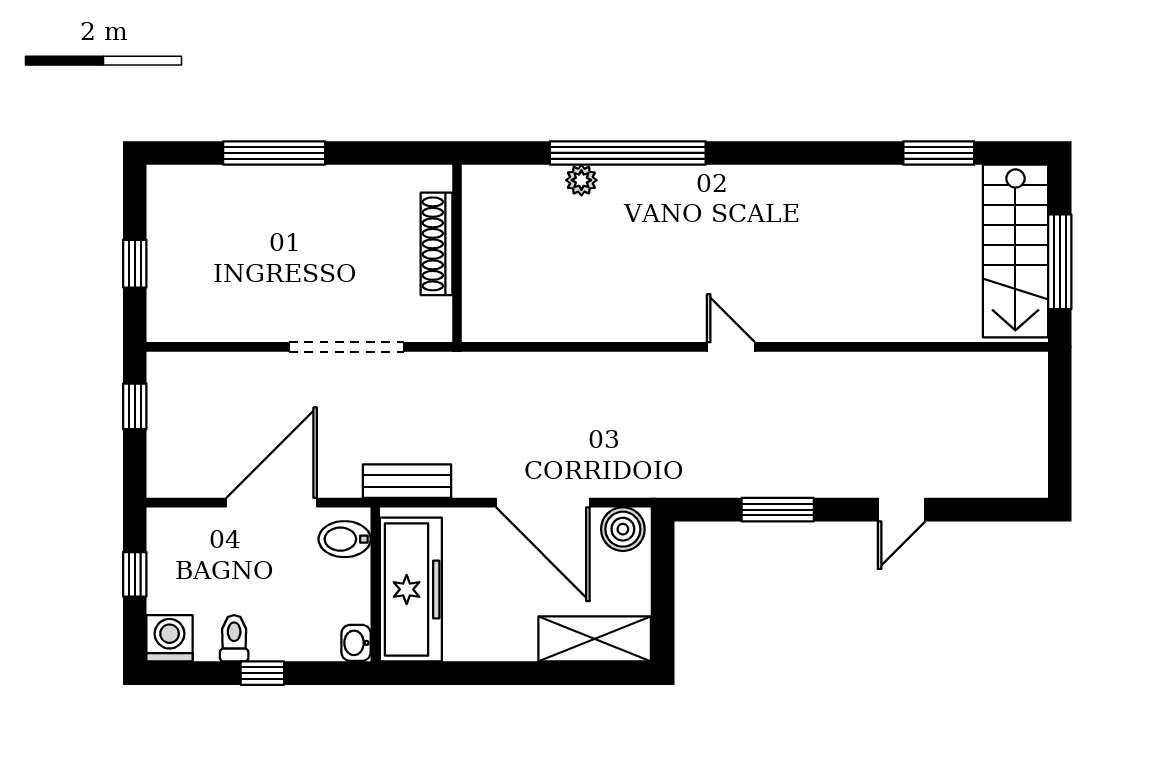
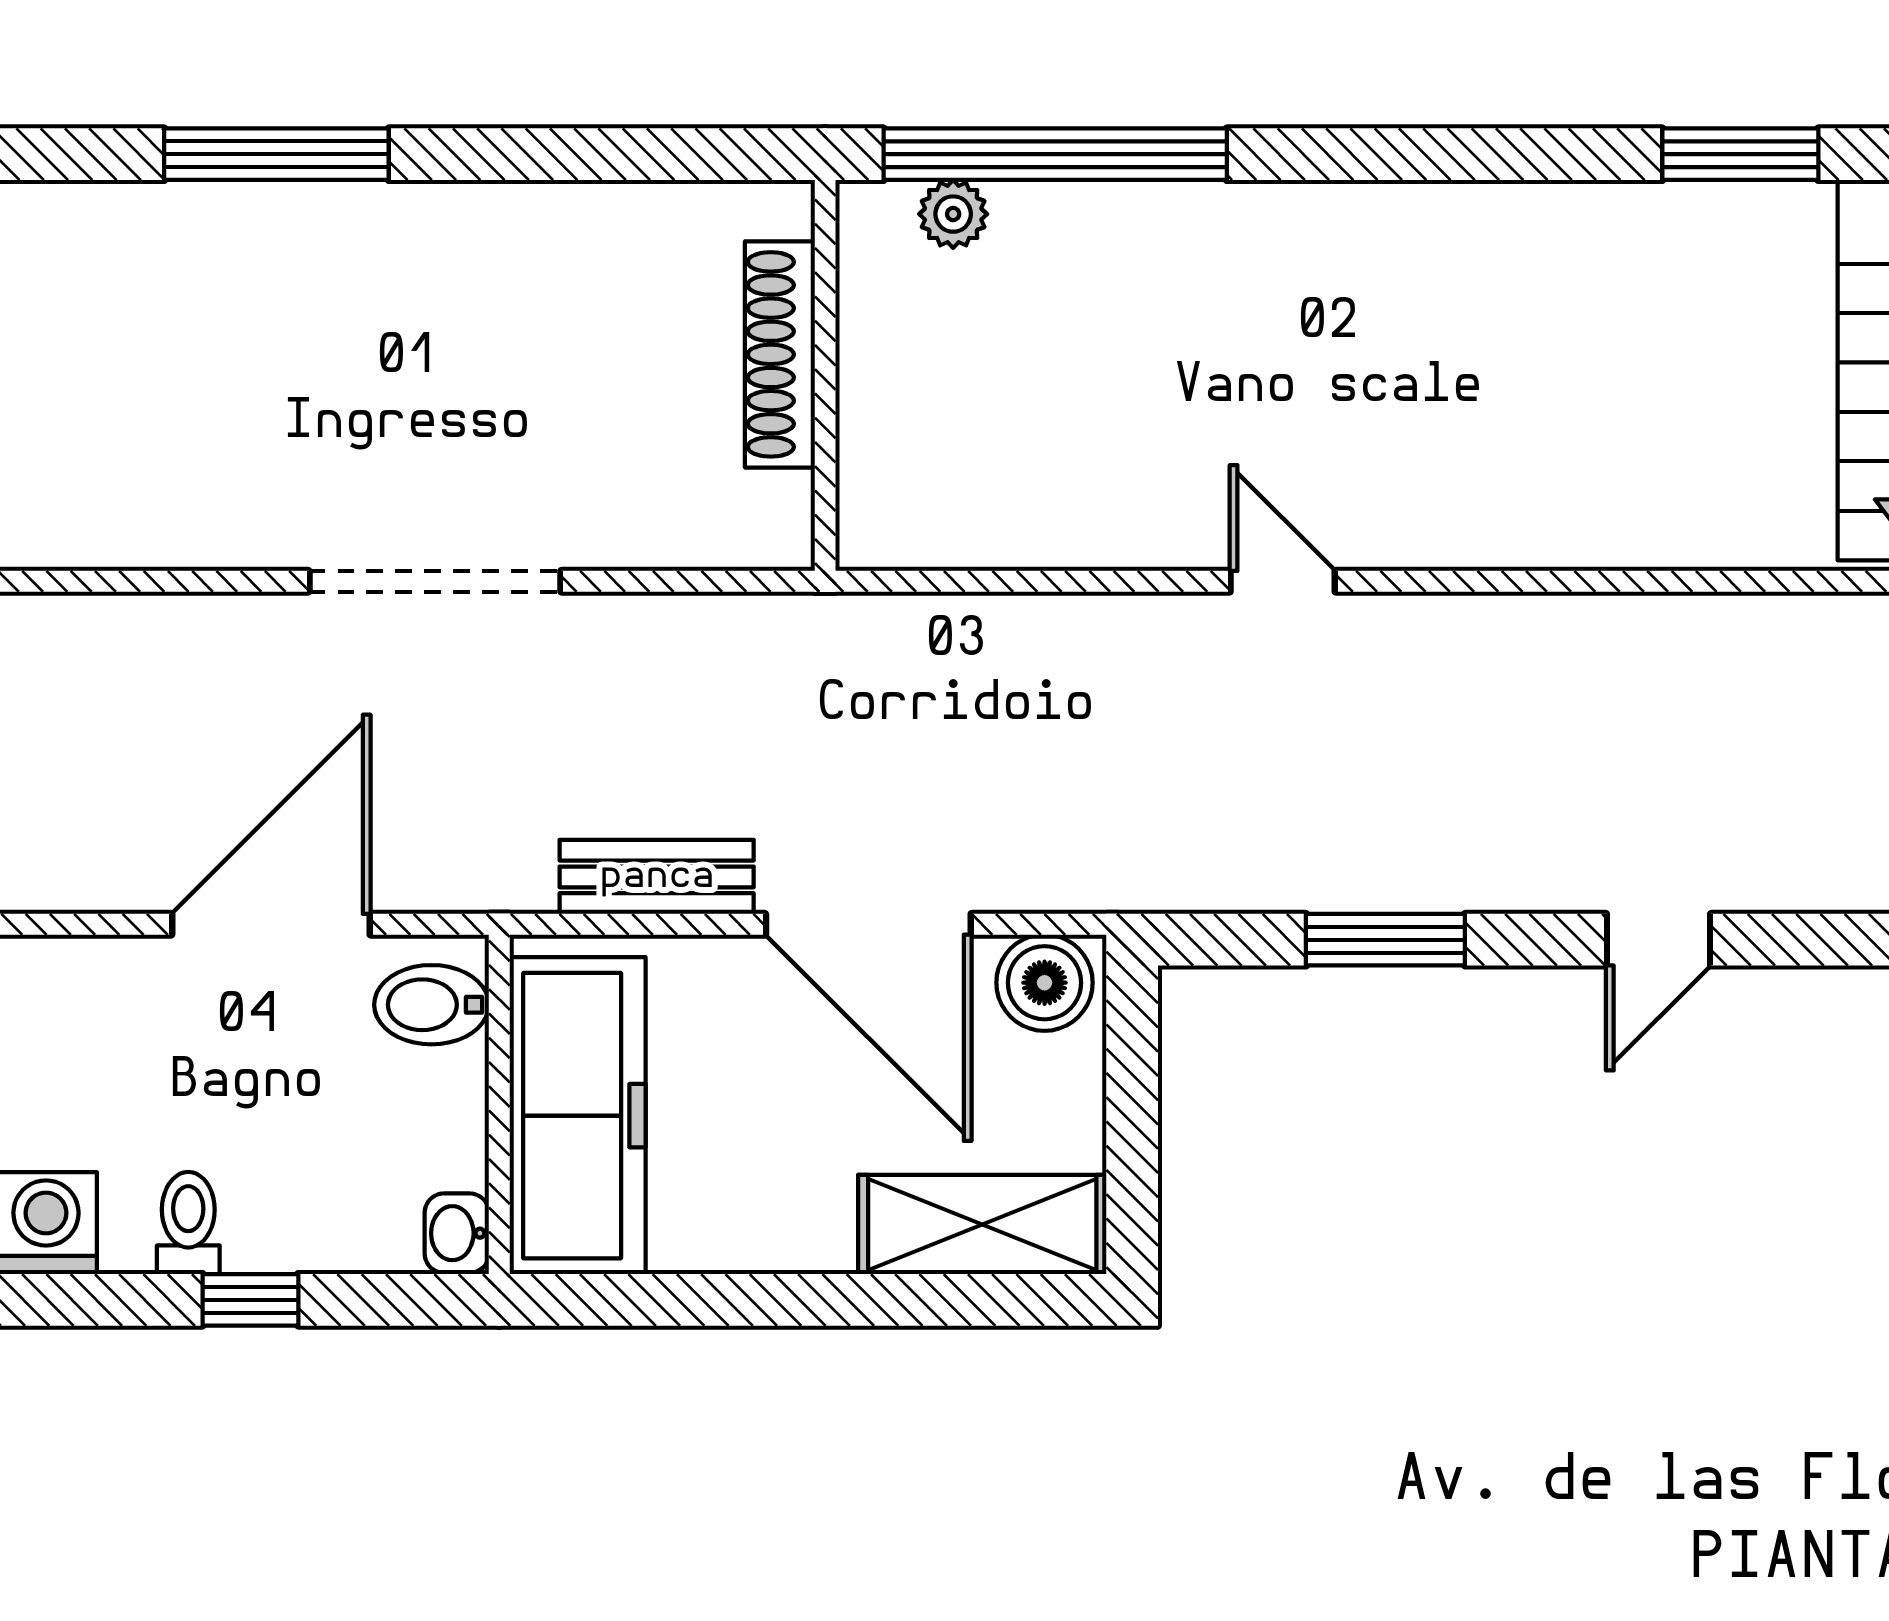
shoe rack: (437, 244) -> (780, 354), moved
wall: (457, 253) -> (825, 375), moved
bench: (407, 481) -> (657, 877), moved

